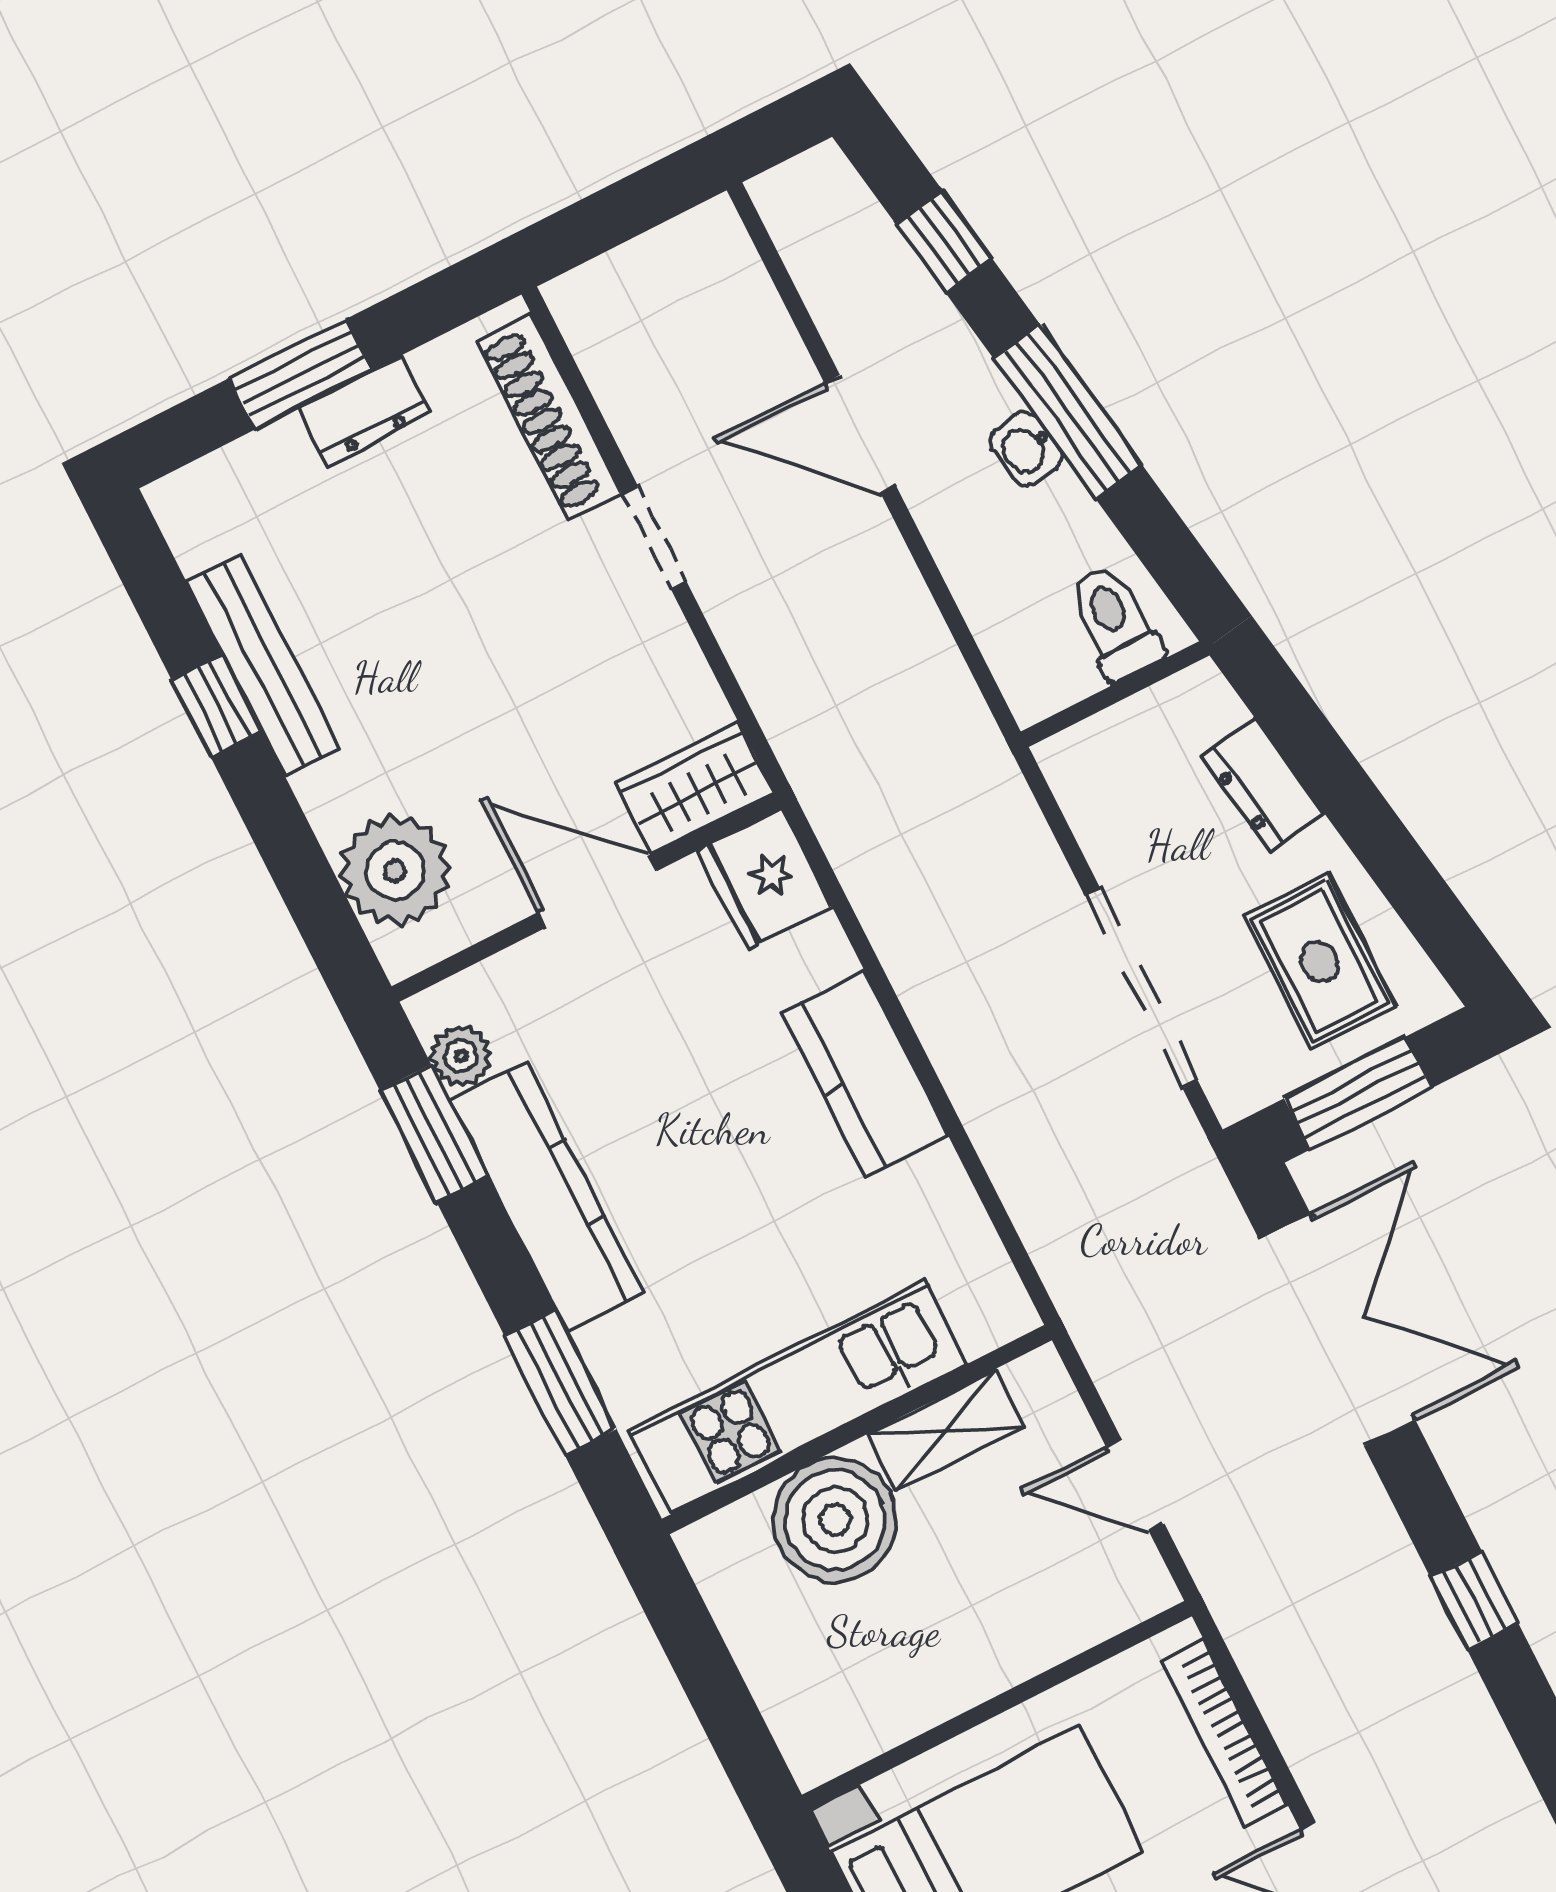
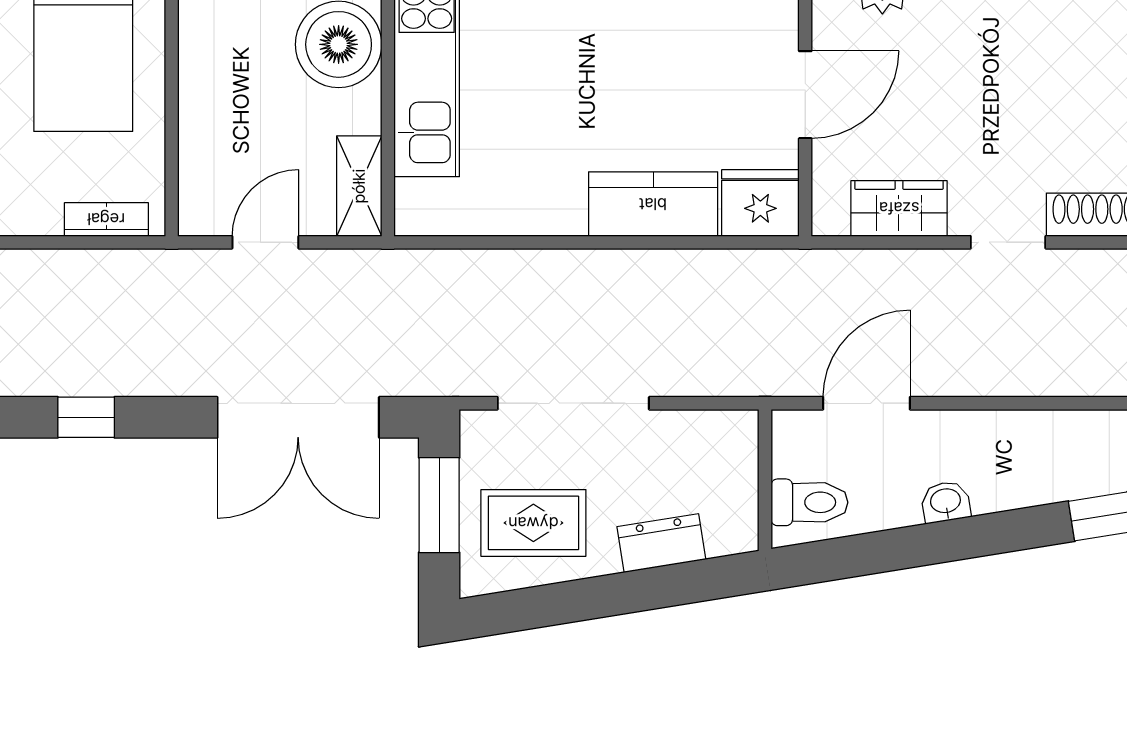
window: (1068, 411) -> (956, 540), removed
door: (860, 434) -> (867, 403), moved
wardrobe: (695, 788) -> (899, 208), moved, turned -90
kitchen counter: (865, 1074) -> (653, 204), moved
shelving: (946, 1430) -> (359, 186), moved
bookcase: (1224, 1733) -> (106, 219), width x0.64

